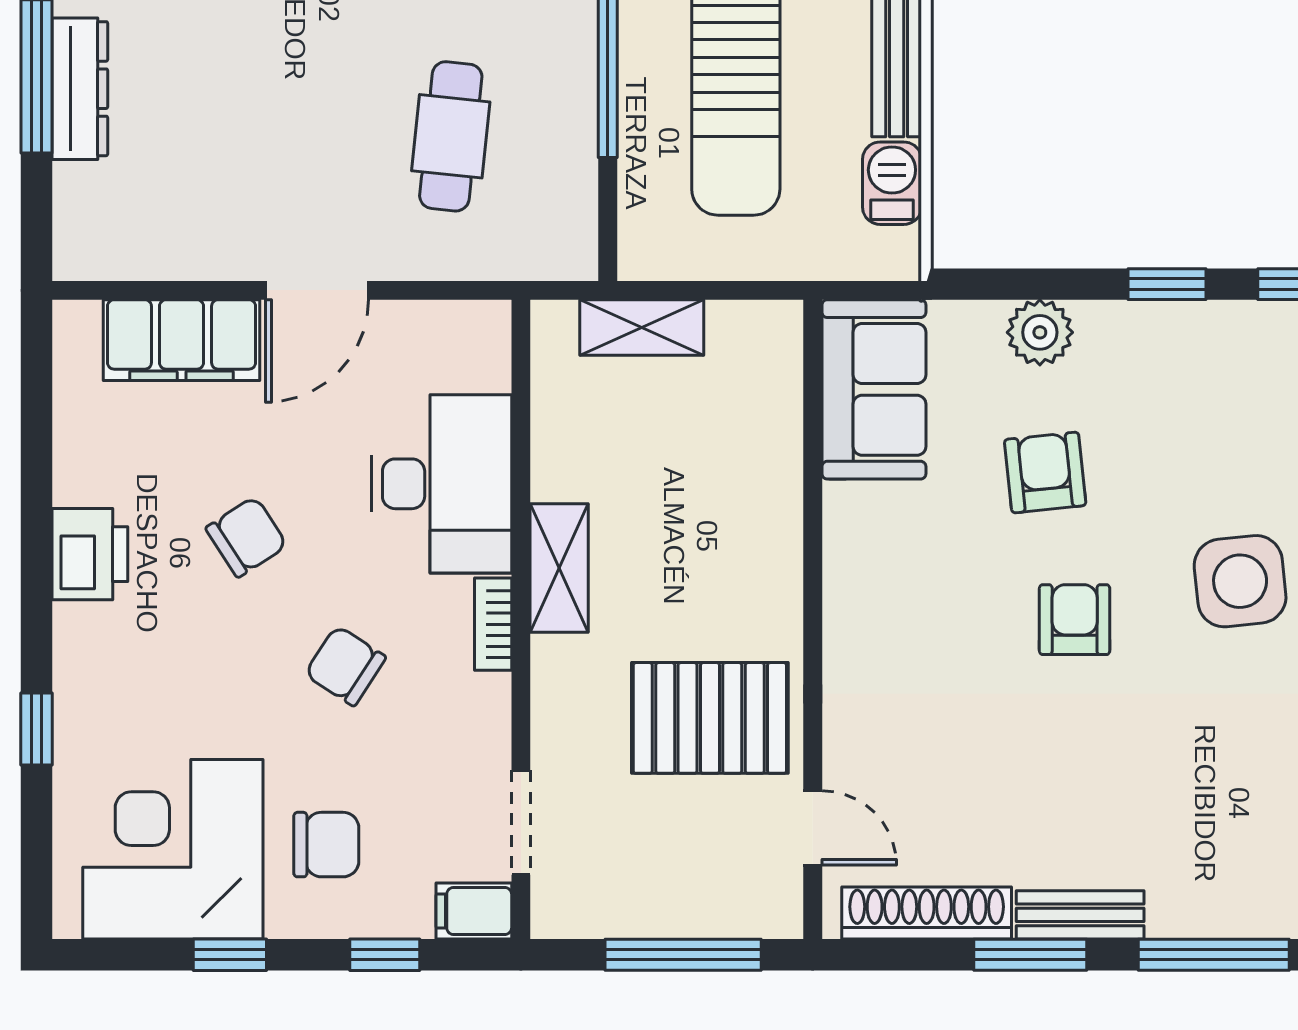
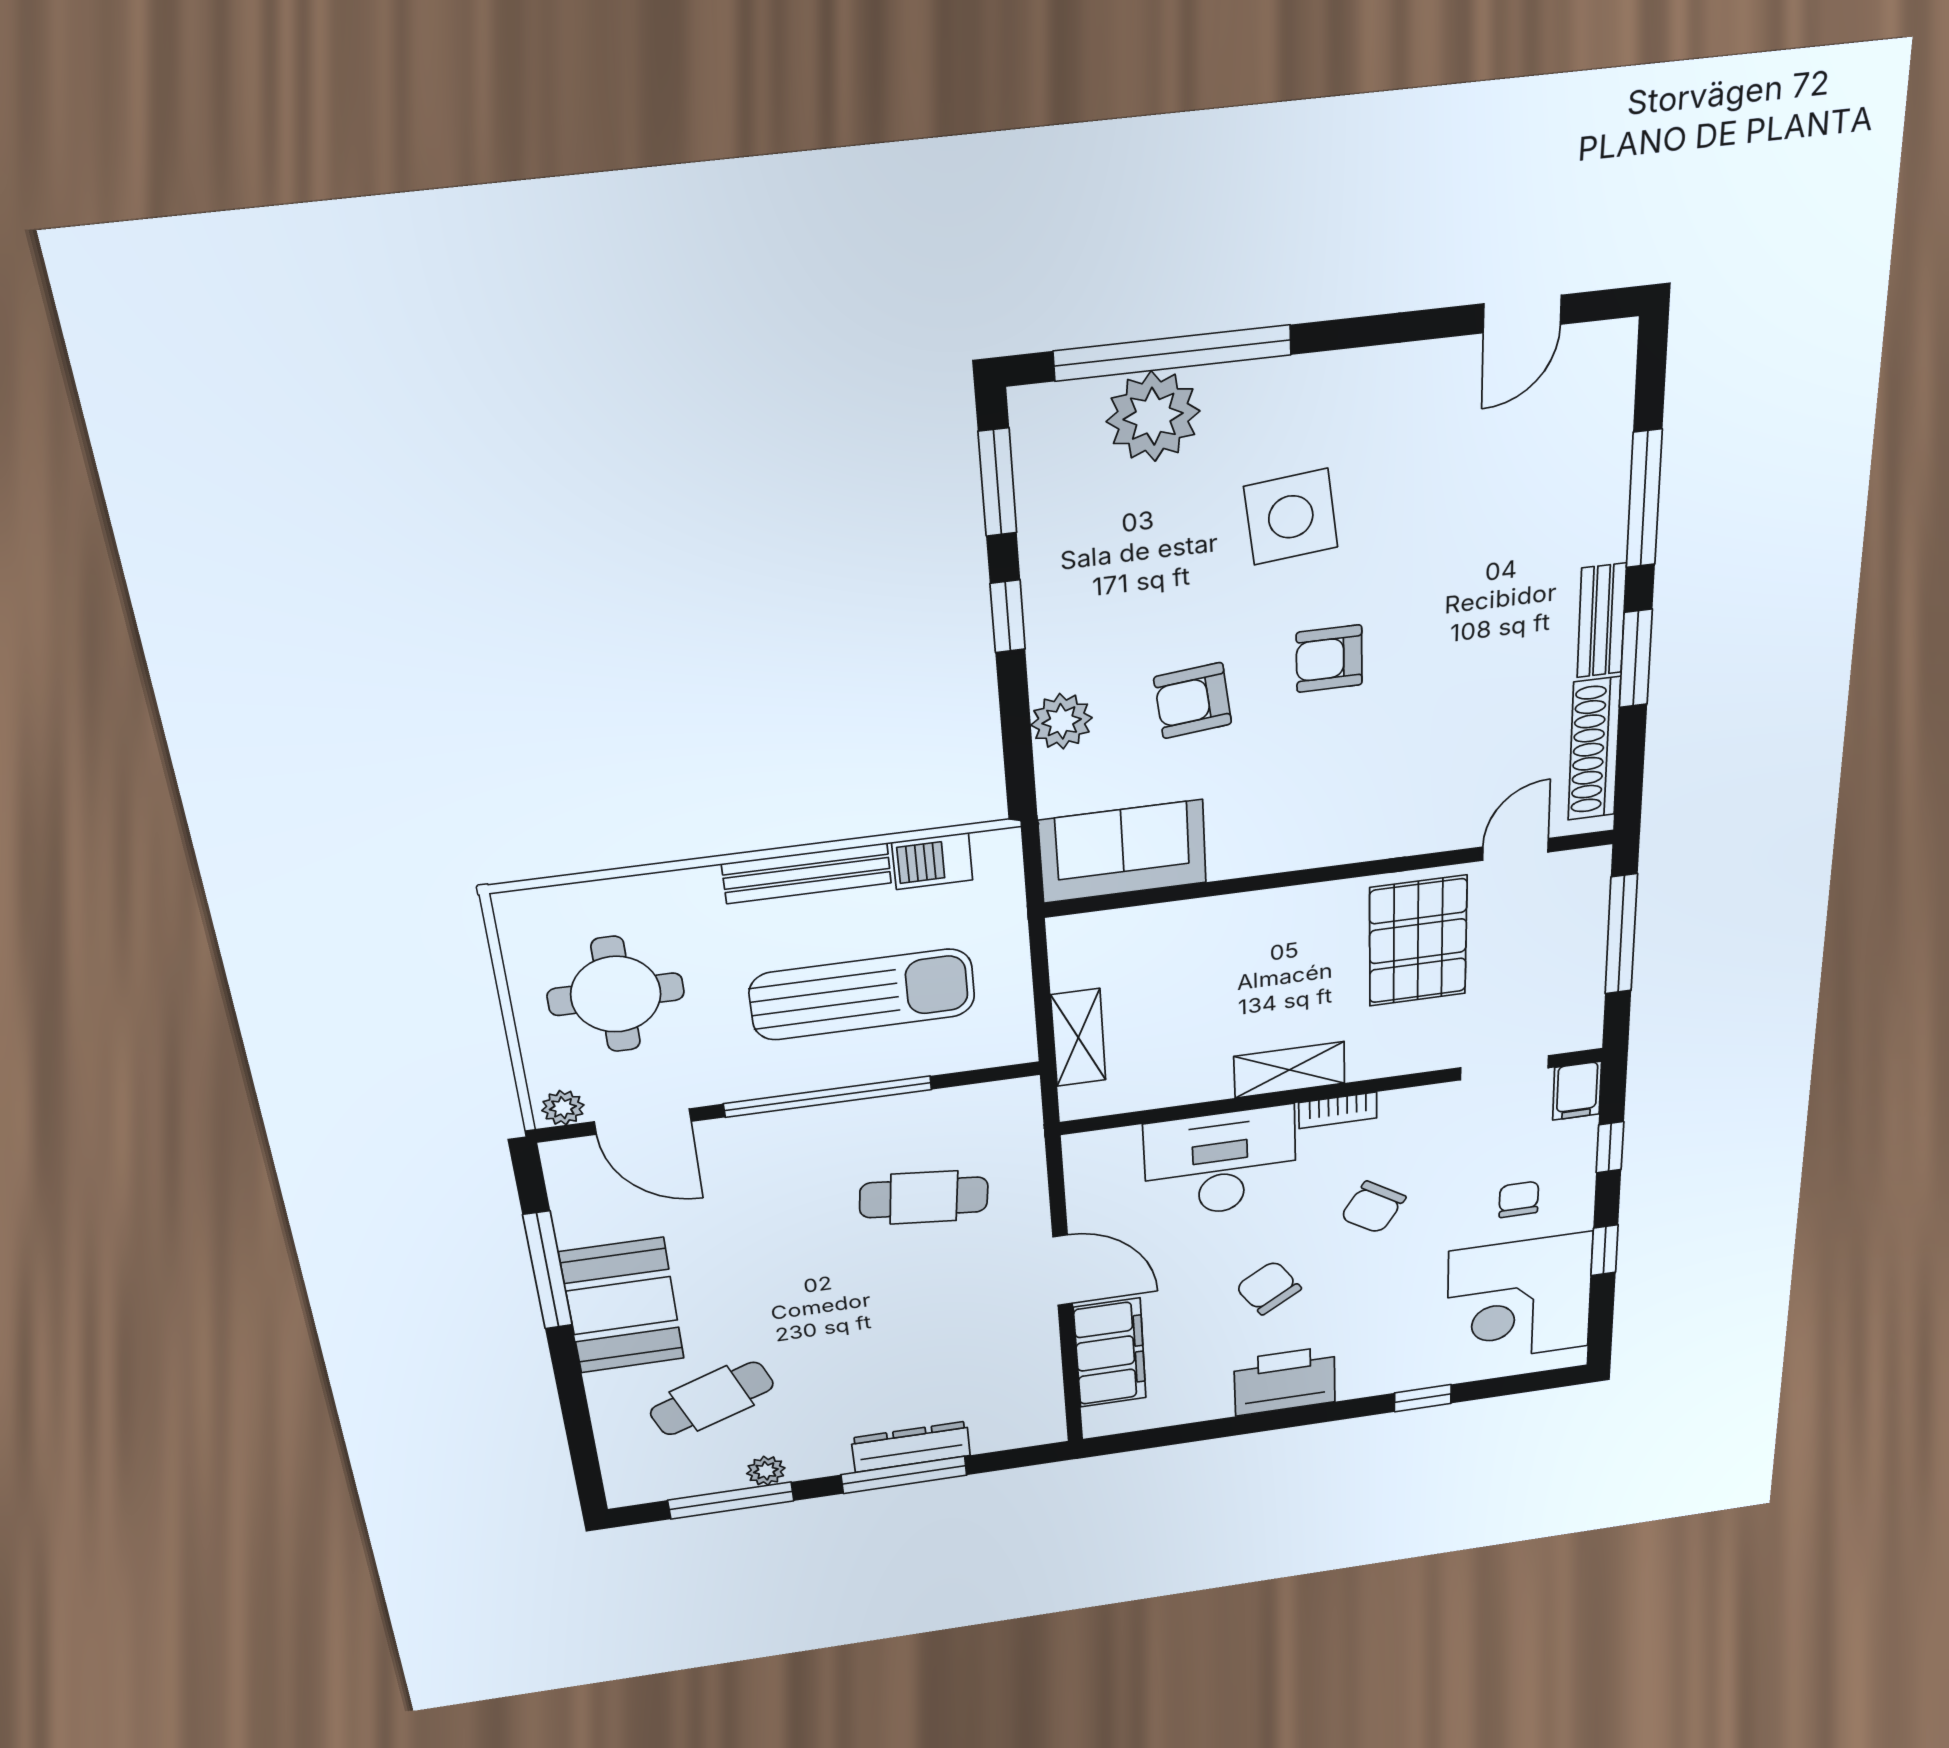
printer: (90, 554) -> (1285, 1381), width x1.37, depth x1.19
chair: (326, 845) -> (1519, 1199), width x0.73, depth x0.73

